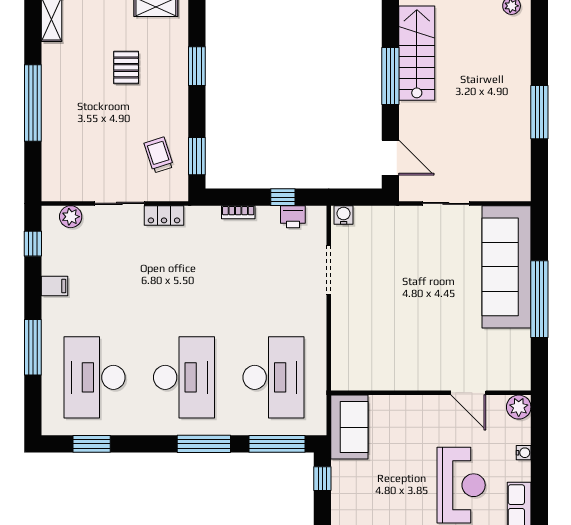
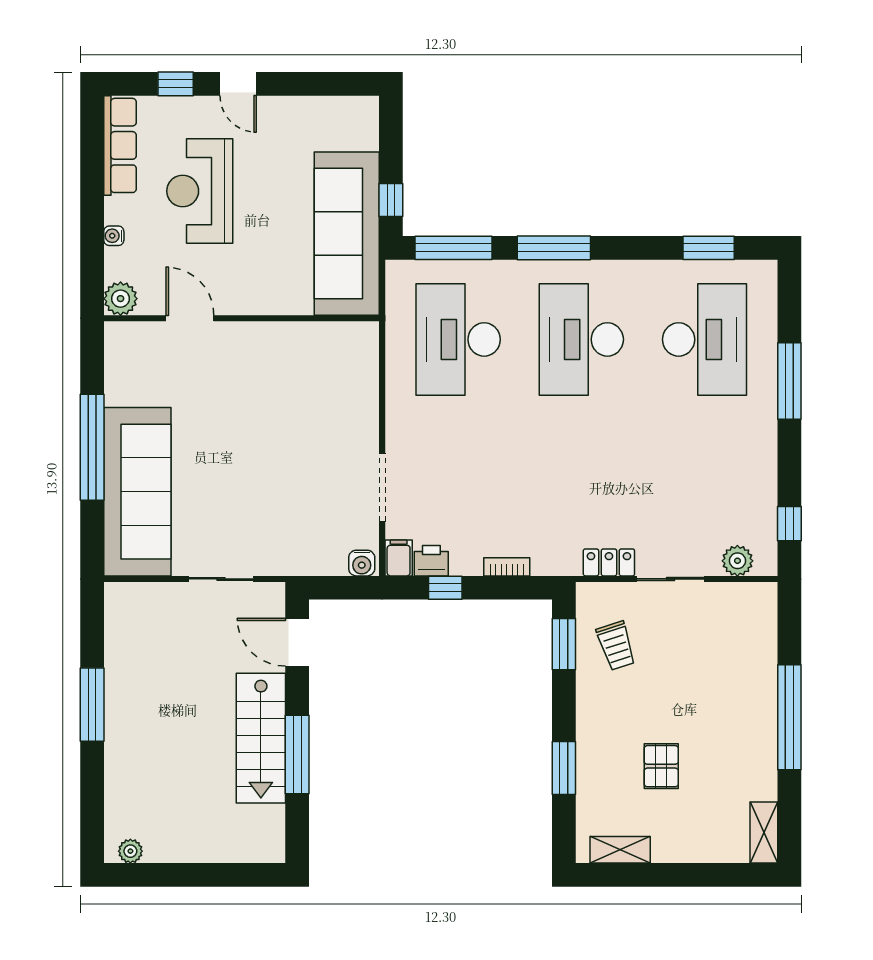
stairs: (417, 53) -> (261, 738), moved
filing cabinet: (55, 286) -> (399, 558), moved, turned 90
sofa: (349, 427) -> (347, 234), width x1.85, depth x1.27

